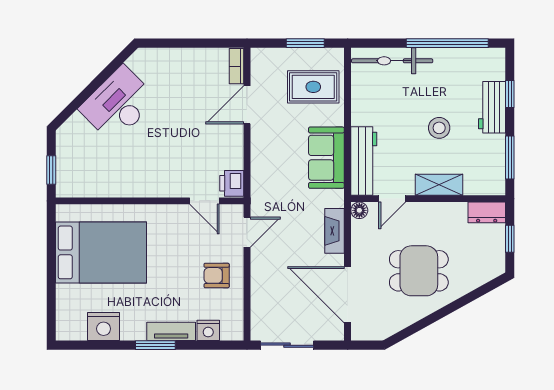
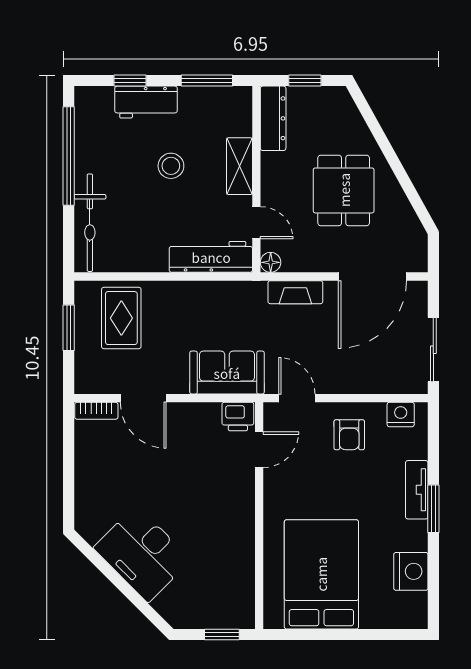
sofa: (326, 158) -> (227, 373), moved, turned 180
dresser: (487, 212) -> (273, 118), width x1.44
nightstand: (208, 330) -> (401, 414), moved, turned -90

